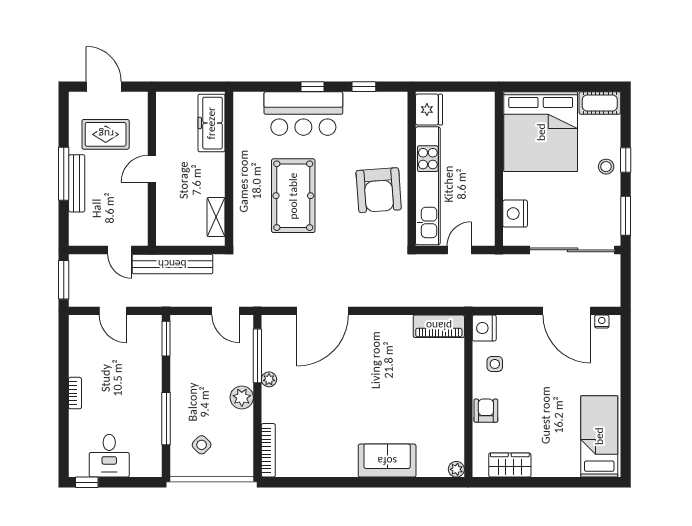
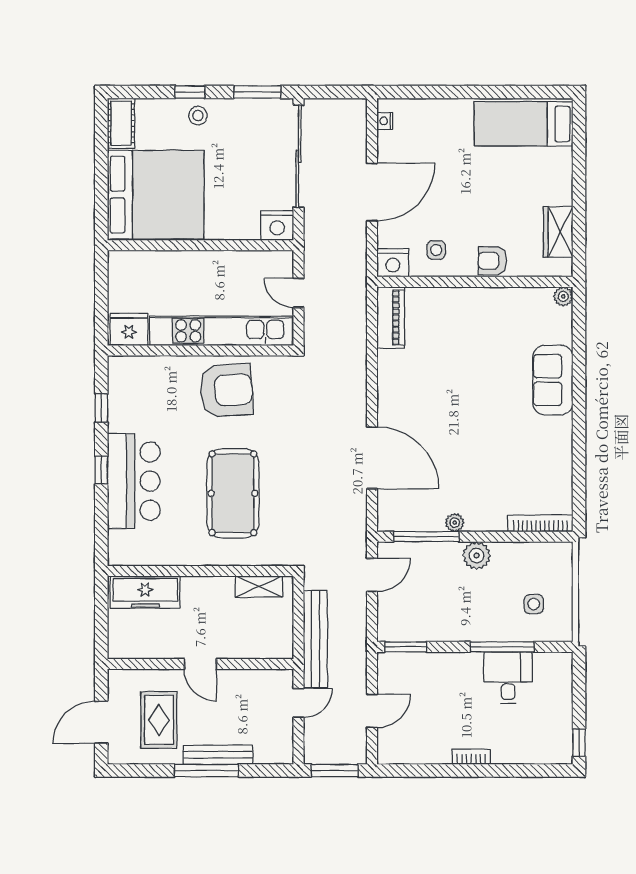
pool table: (293, 196) -> (233, 493), turned 90
nightstand: (515, 214) -> (277, 225), moved
door: (567, 311) -> (372, 192), moved
side table: (202, 445) -> (534, 604), turned 45
desk: (109, 456) -> (508, 678), moved, turned -90

